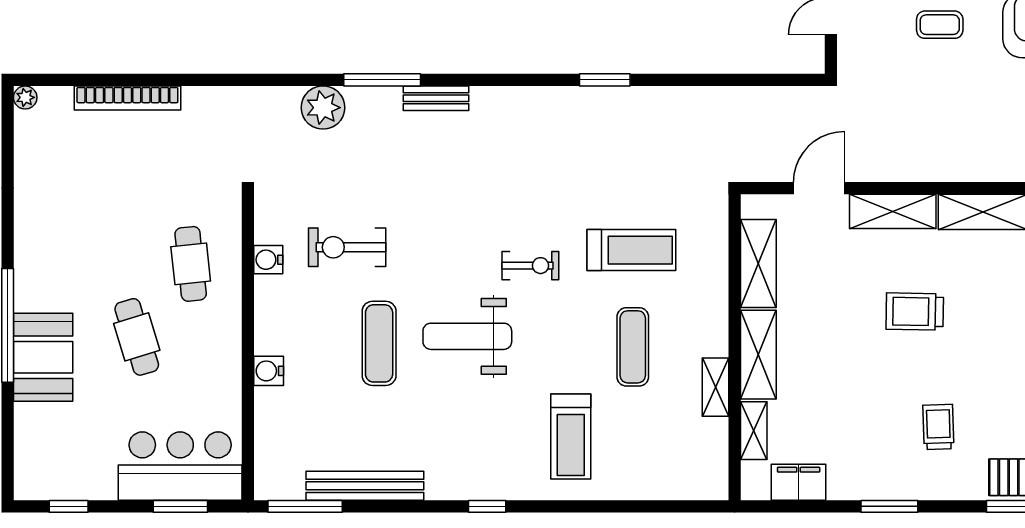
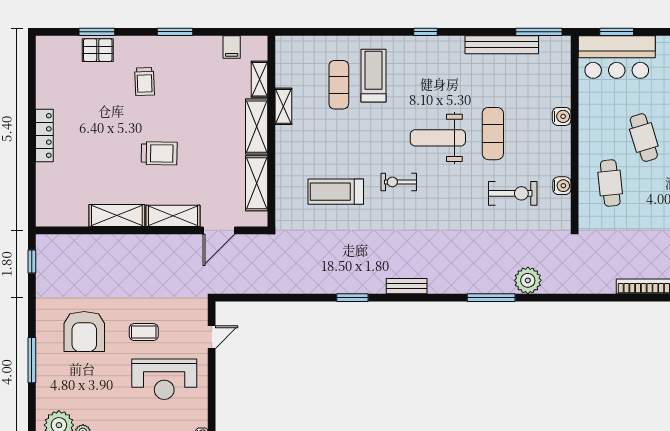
bench: (436, 98) -> (407, 286), moved
weight bench: (467, 336) -> (438, 138), turned 180
exercise mat: (633, 347) -> (339, 85), moved
filing cabinet: (799, 482) -> (232, 47), width x0.50

